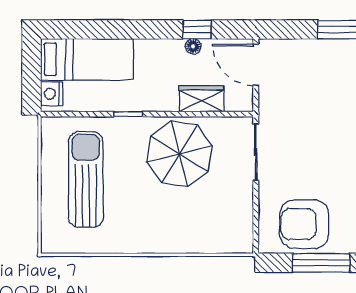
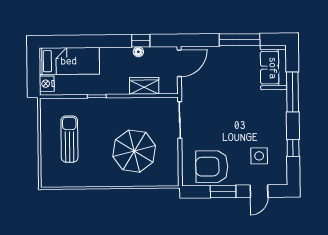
door: (256, 65) -> (179, 63), swing flipped
parasol: (179, 154) -> (134, 151), moved
sun lounger: (86, 179) -> (69, 139), width x0.73, depth x0.75
window: (321, 263) -> (223, 192), width x0.69

